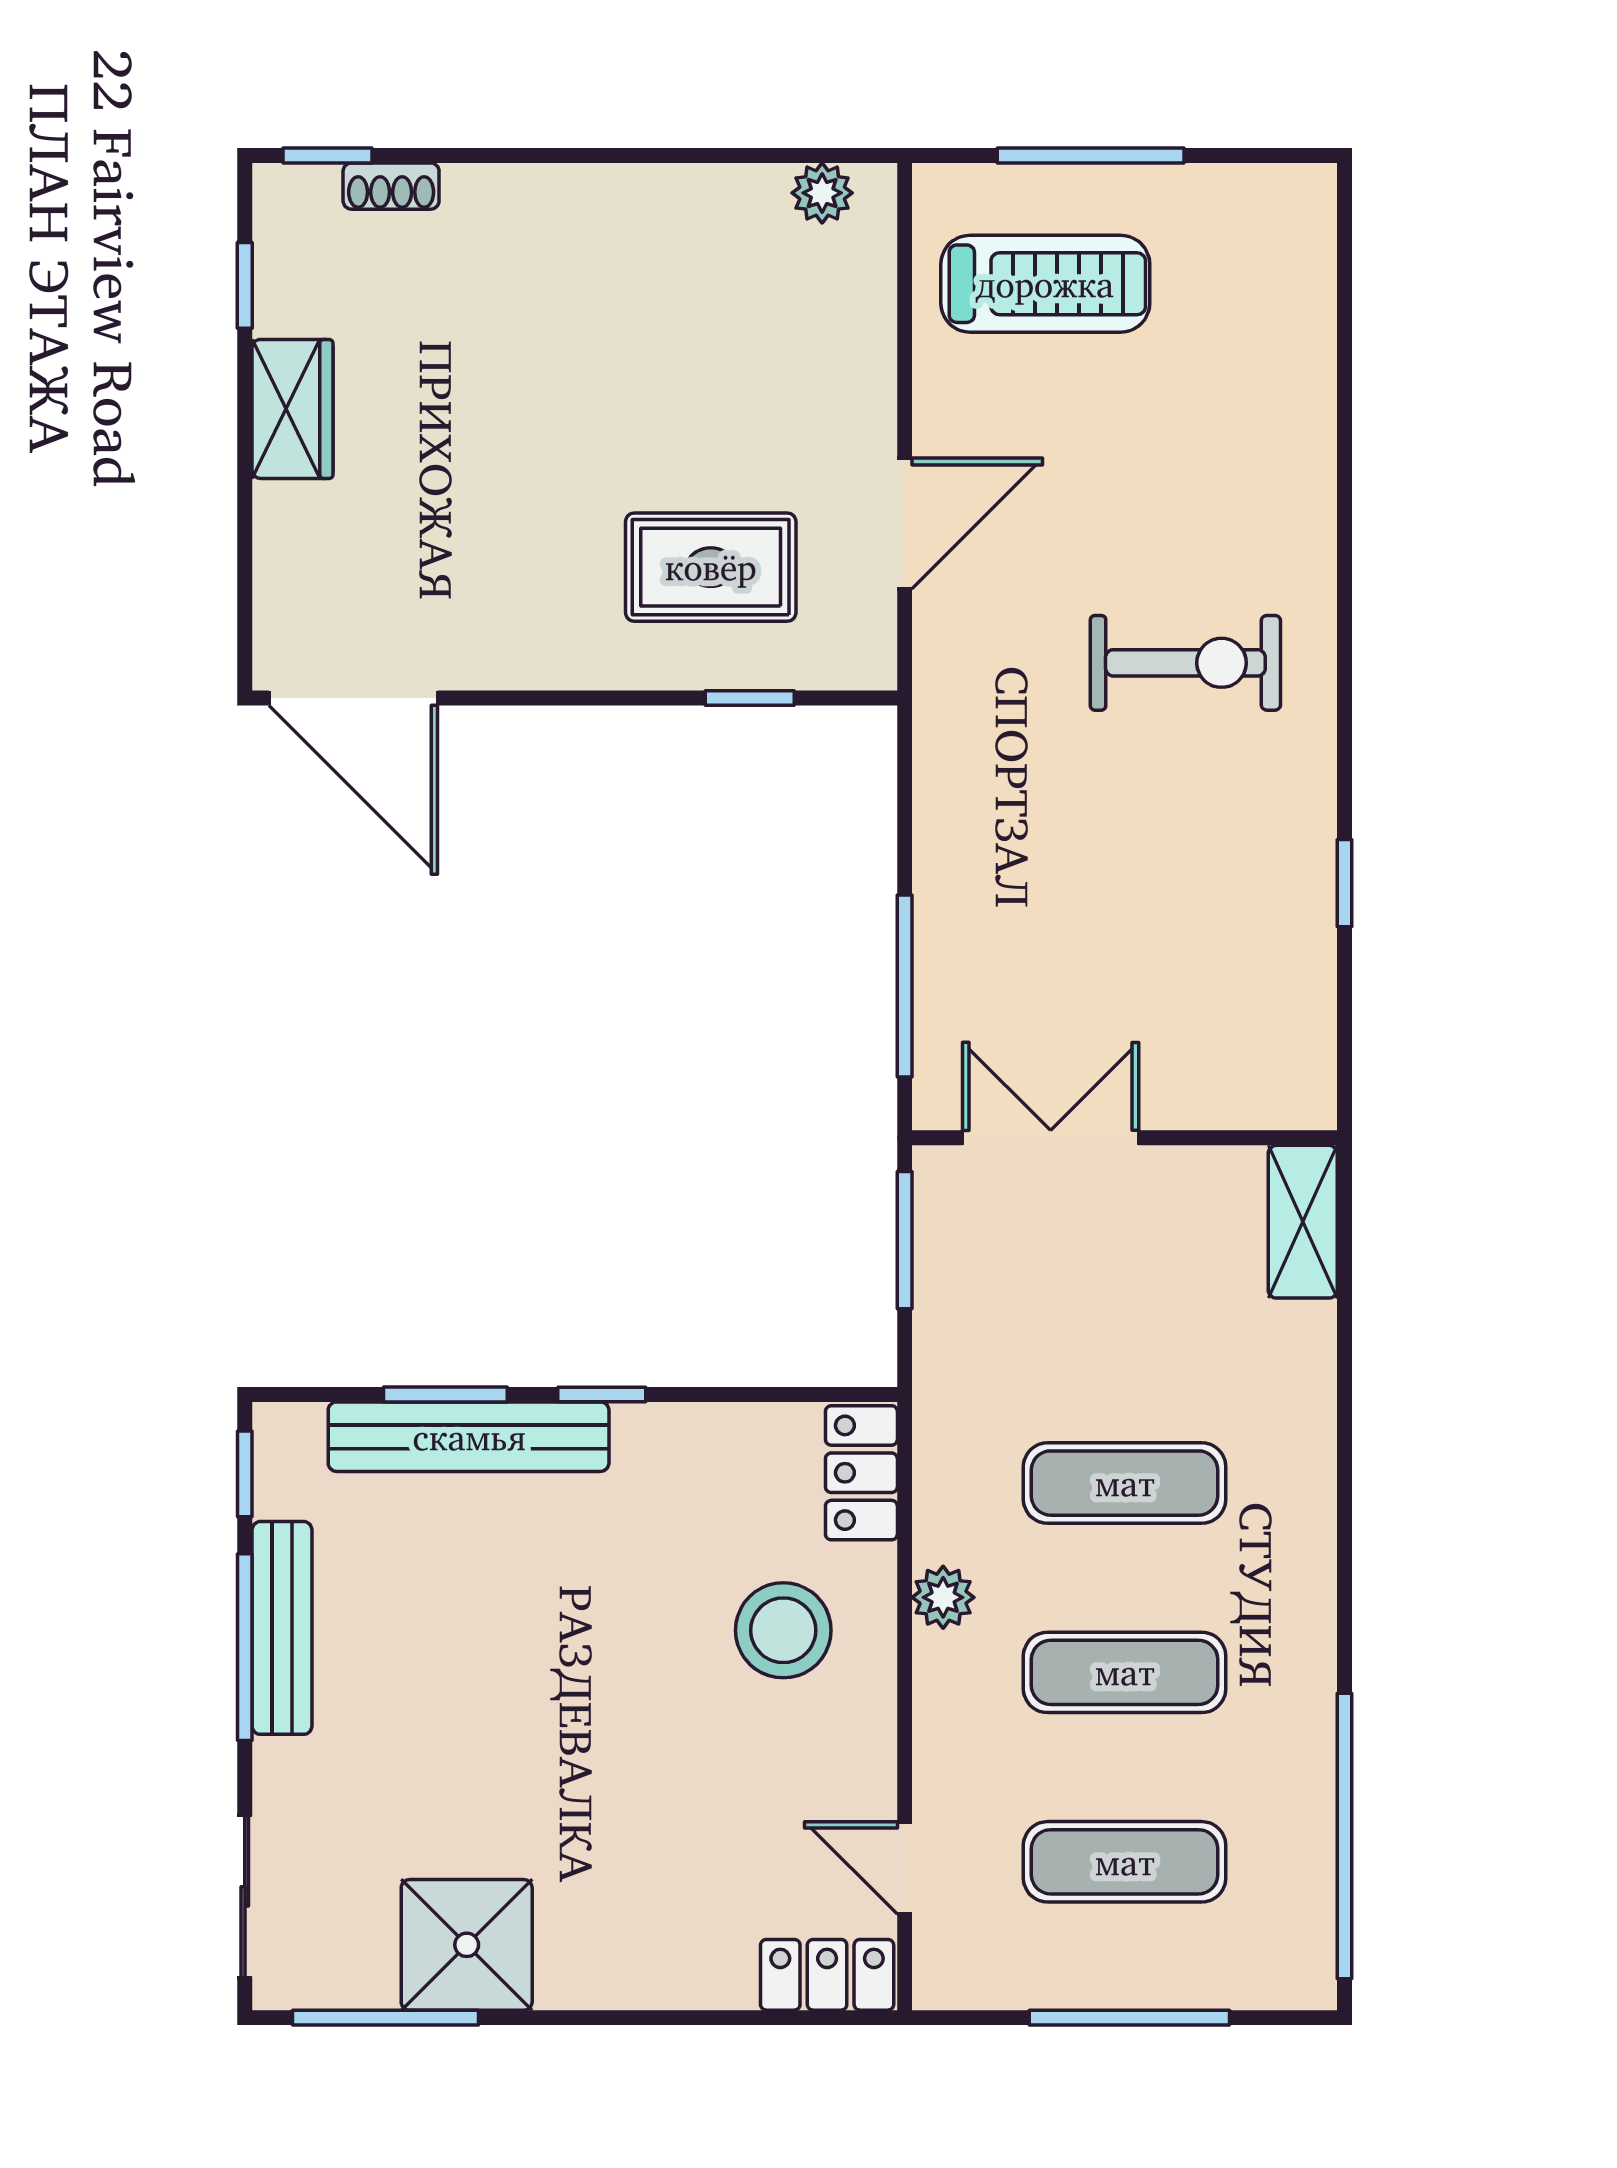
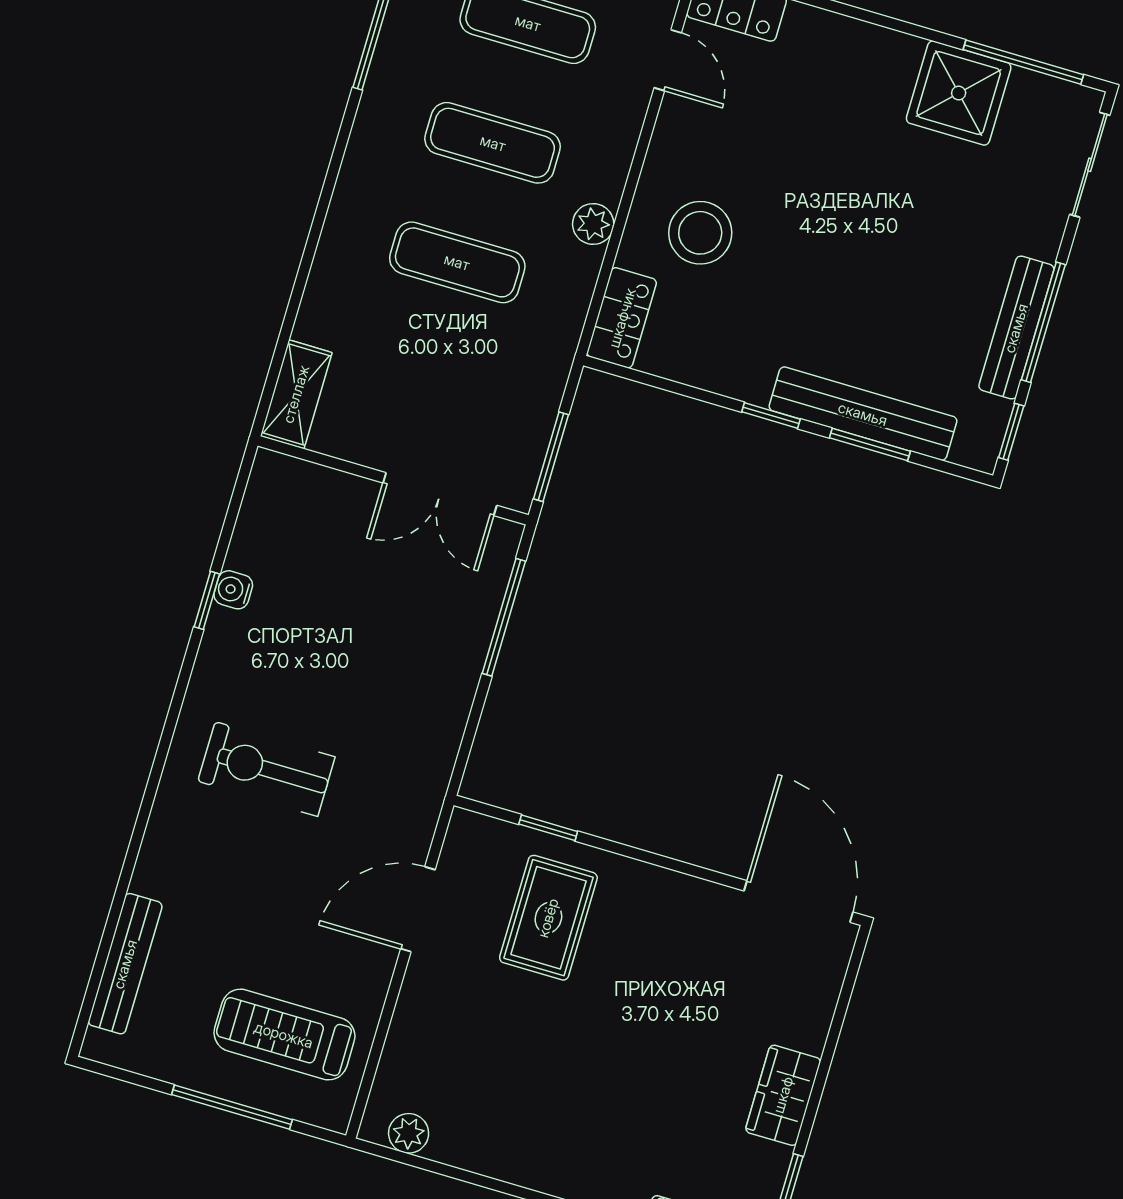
bench: (1308, 319) -> (125, 964), added
rug: (711, 567) -> (548, 918), turned 90
water cooler: (1311, 910) -> (233, 590), added

